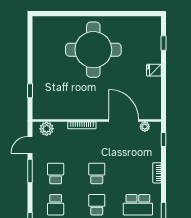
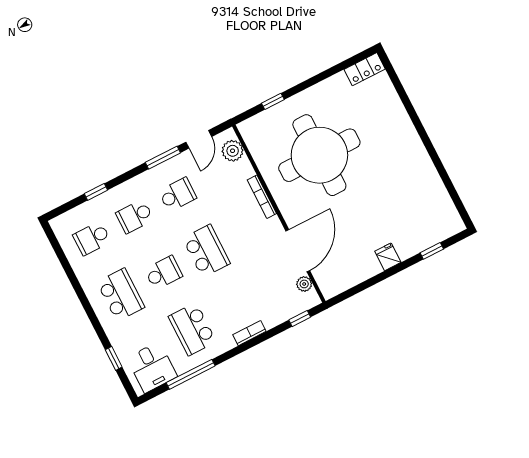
locker: (38, 28) -> (365, 69), added
round table: (93, 50) -> (319, 155), moved
door: (30, 145) -> (199, 139), swing flipped
school desk: (97, 173) -> (206, 251), width x1.85

